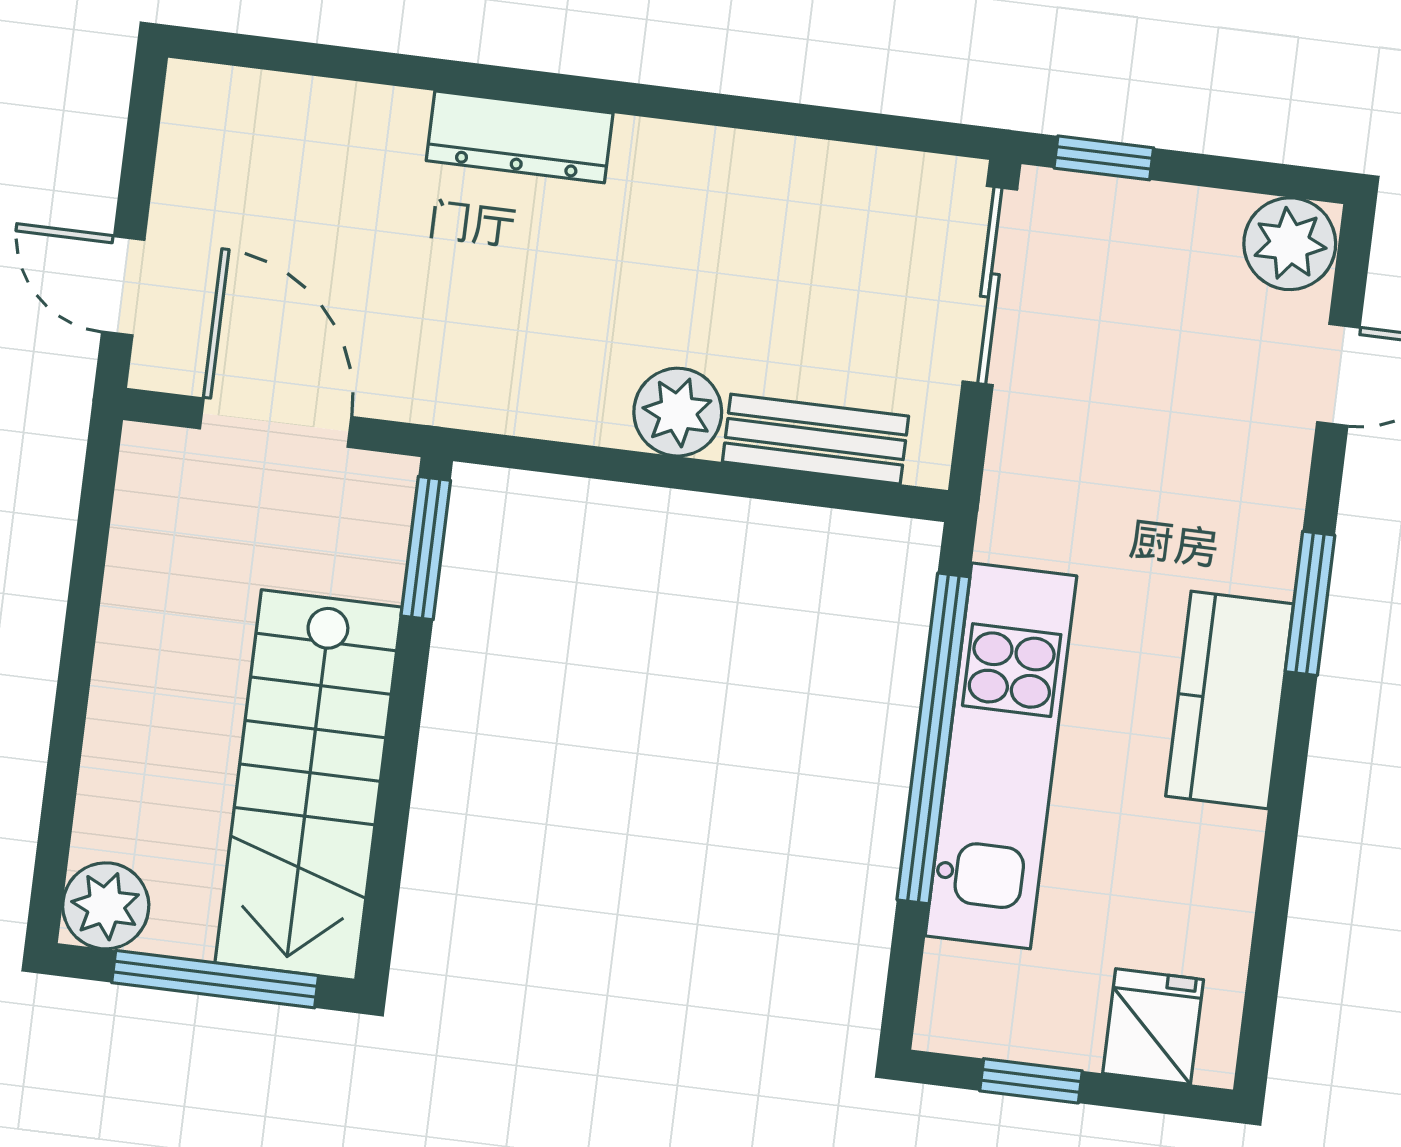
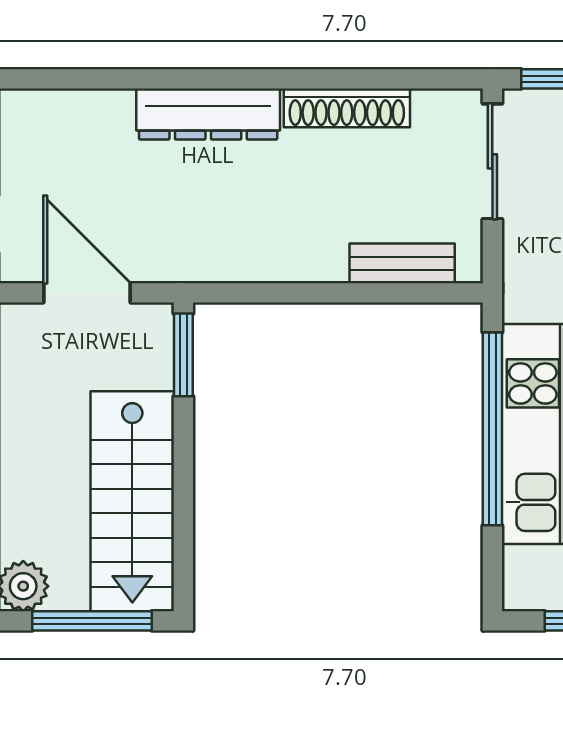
dresser: (520, 137) -> (208, 114), width x1.37, depth x1.24
shoe rack: (755, 164) -> (347, 108), added
plant: (678, 412) -> (320, 258), removed

